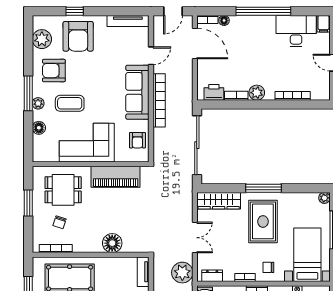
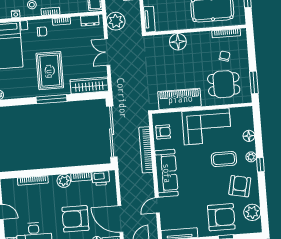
armchair: (78, 36) -> (221, 217), turned 90
armchair: (247, 48) -> (75, 219), added
armchair: (54, 71) -> (240, 186), turned -78
window: (28, 93) -> (260, 165), width x0.46
bookcase: (159, 100) -> (146, 150), moved
armchair: (137, 140) -> (163, 132), turned 90
window: (28, 203) -> (254, 82), moved

